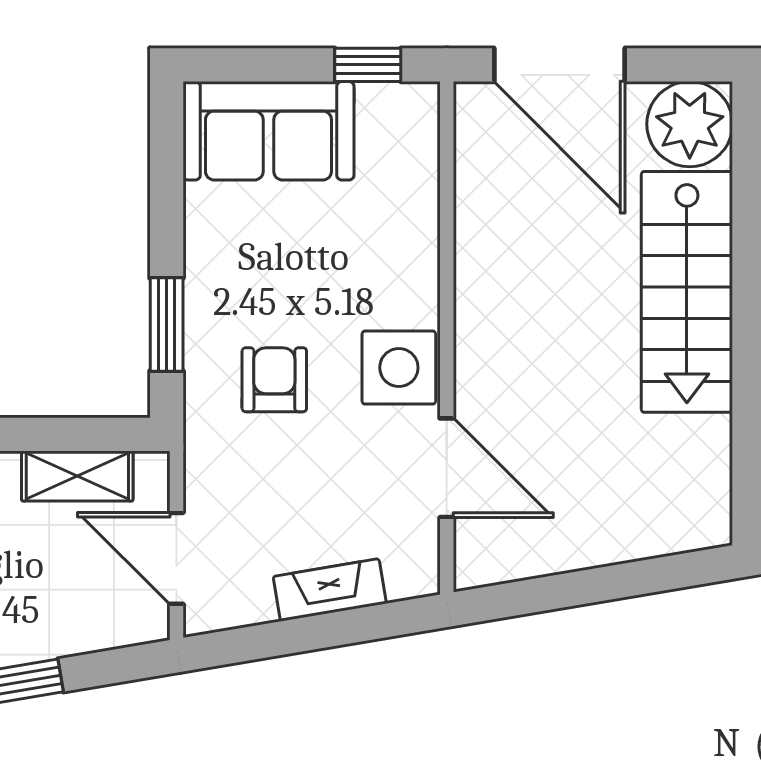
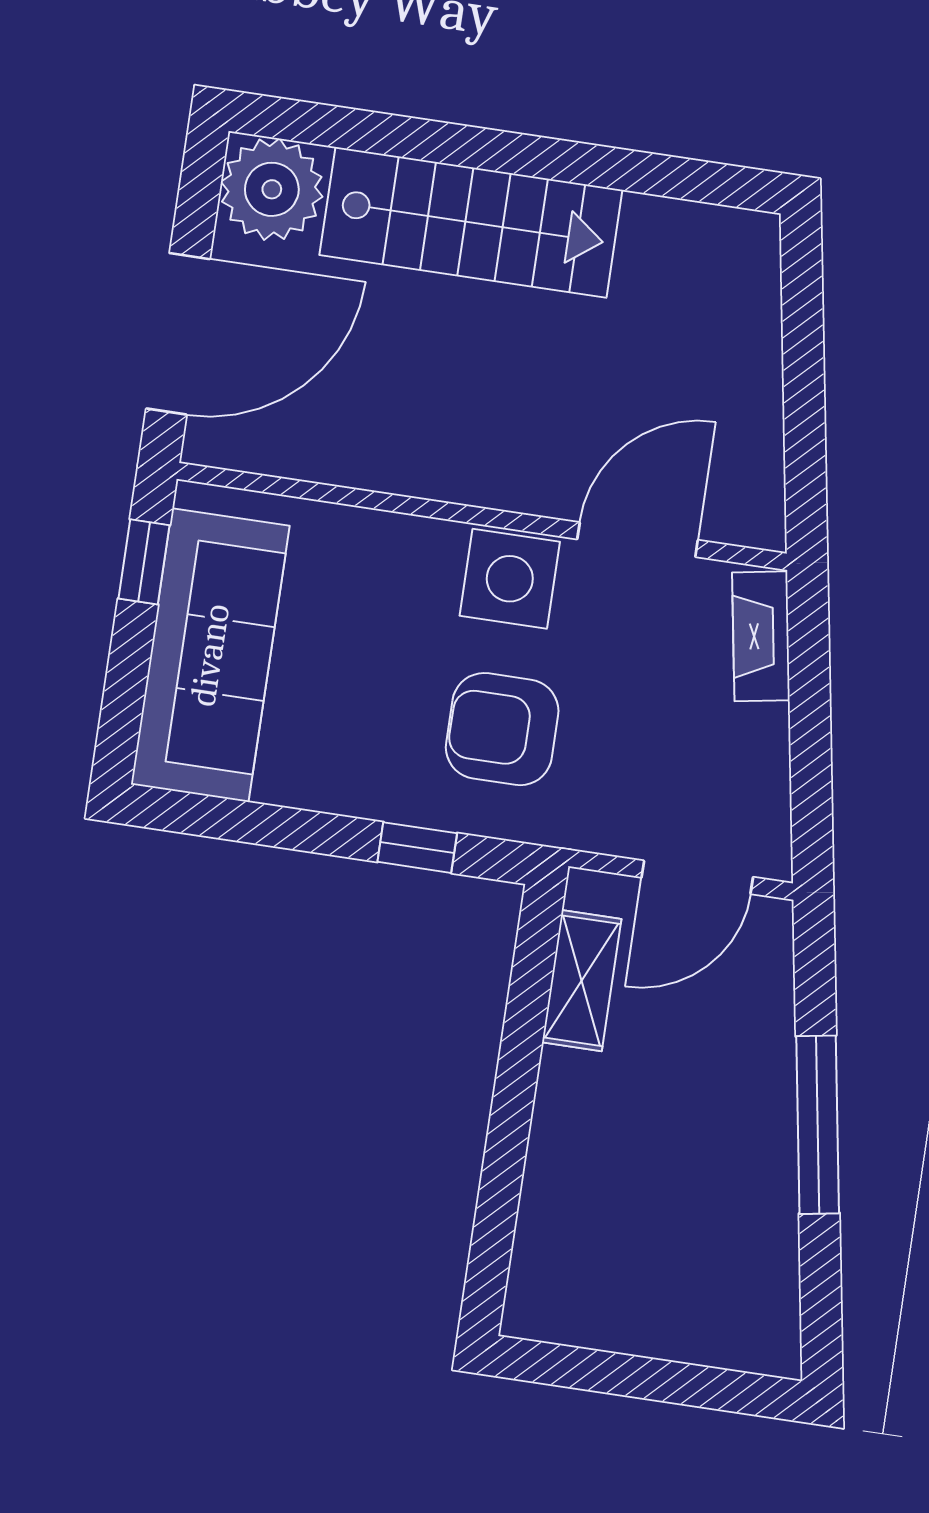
sofa: (268, 131) -> (210, 655), width x1.36
window: (167, 325) -> (417, 848), width x0.67
armchair: (274, 380) -> (502, 729), width x1.38, depth x1.38
fireplace: (330, 590) -> (761, 636), moved

